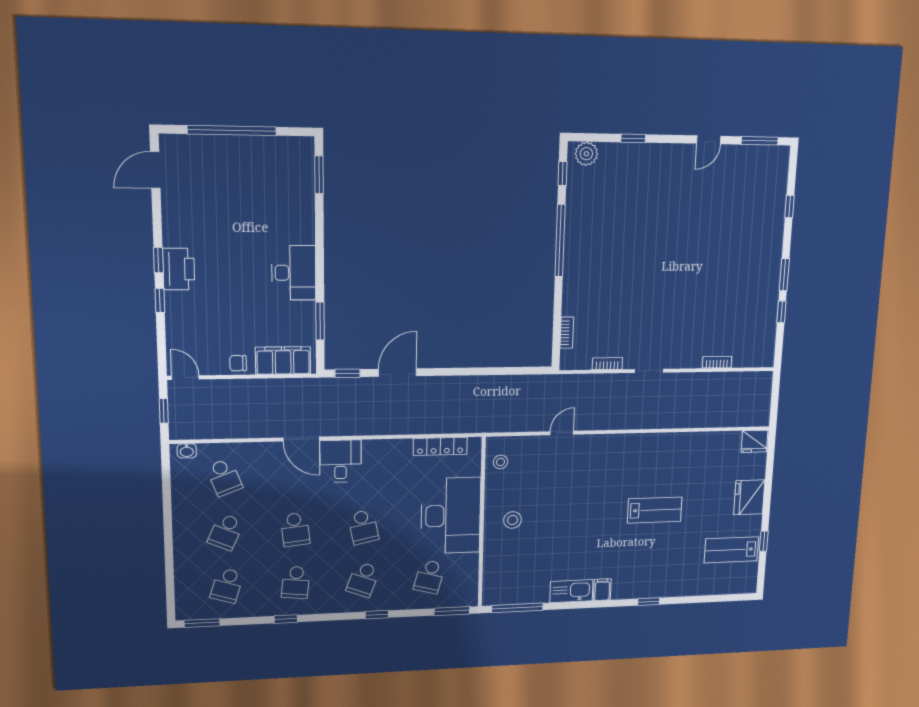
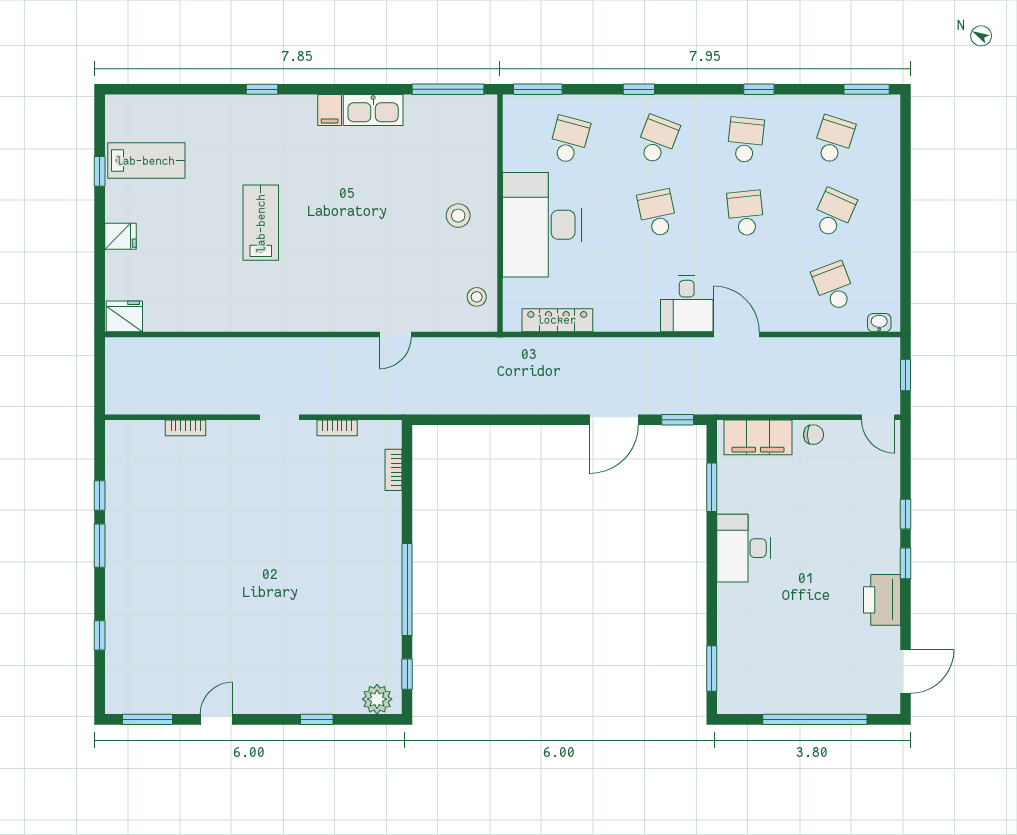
printer: (179, 269) -> (882, 600), moved
fridge: (749, 497) -> (121, 236), width x0.53, depth x0.75
lab bench: (655, 510) -> (261, 223), turned 90

